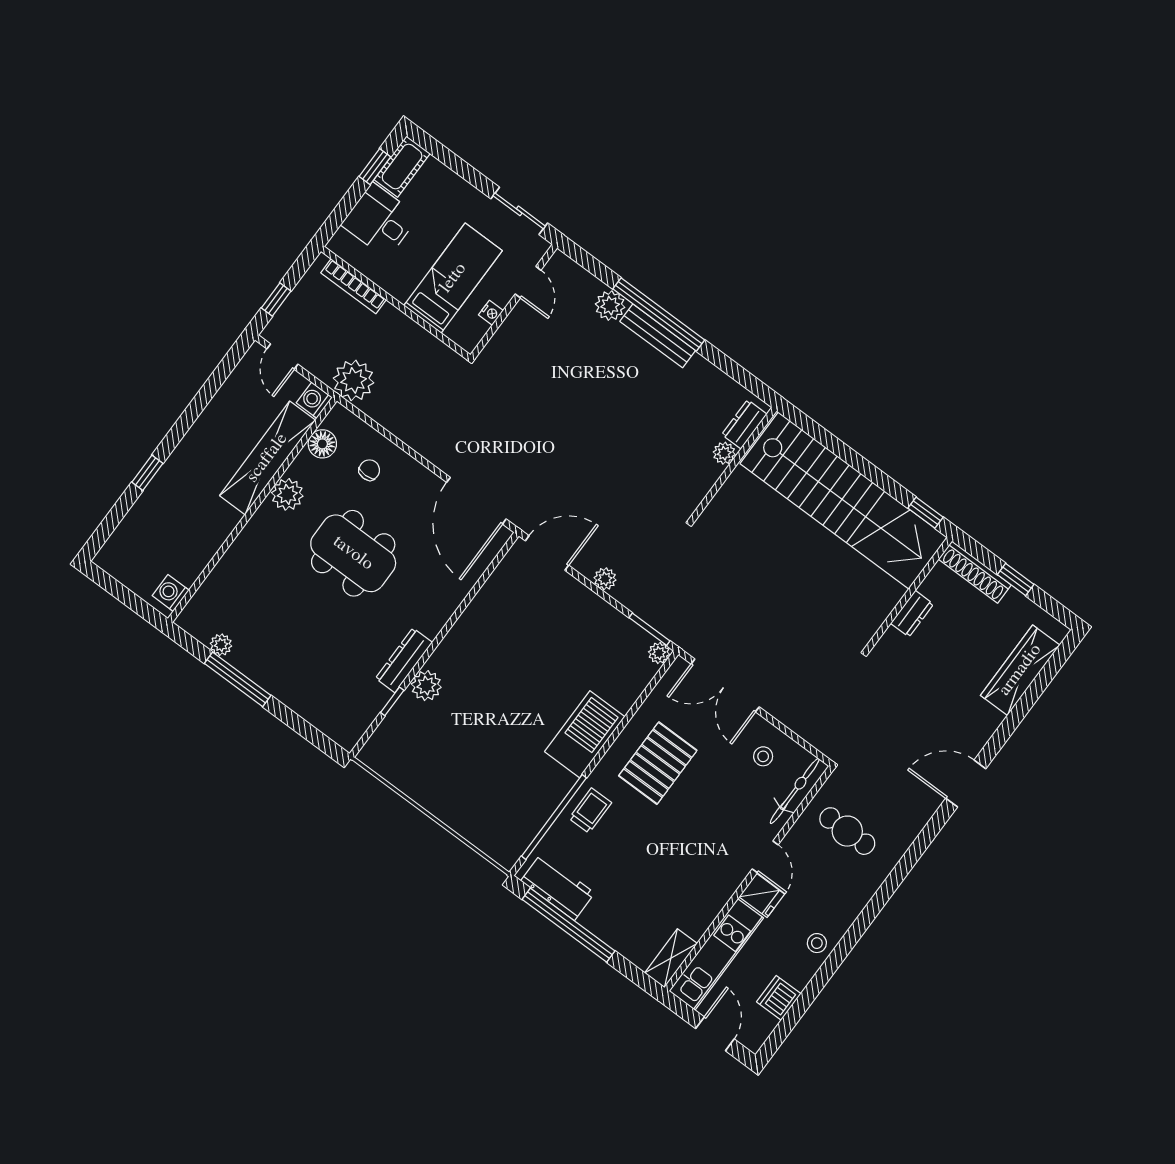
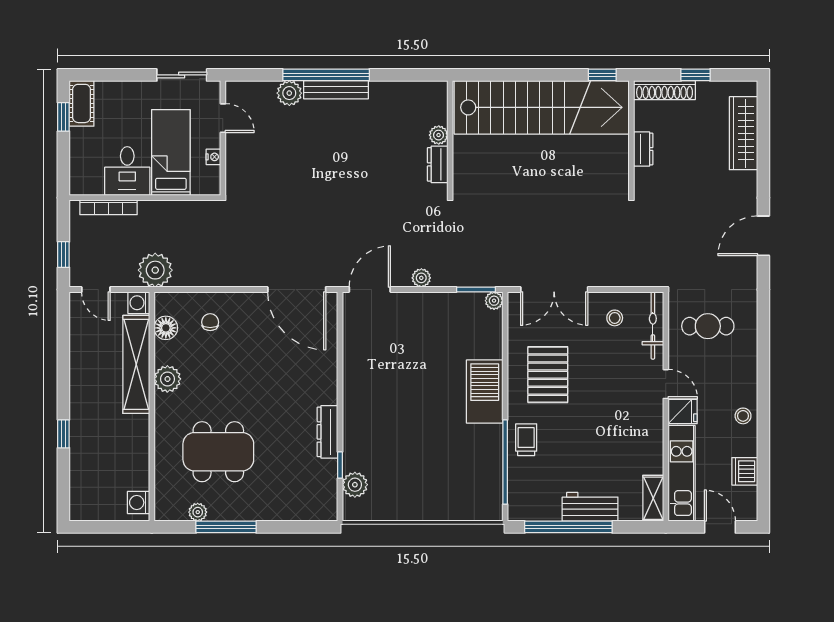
desk: (380, 221) -> (127, 171), moved, turned -90
dresser: (744, 424) -> (438, 164), moved
dining table: (353, 553) -> (218, 452), moved
plant: (426, 686) -> (355, 485), moved
workbench: (558, 887) -> (590, 507), moved

